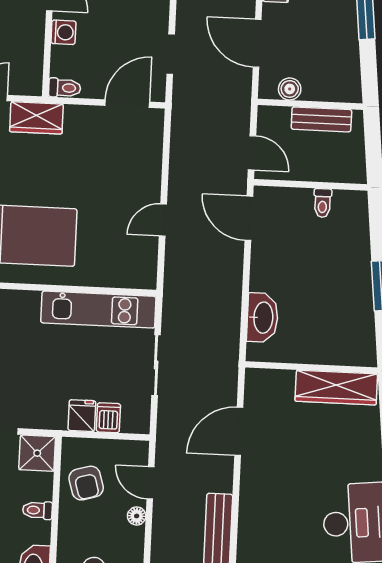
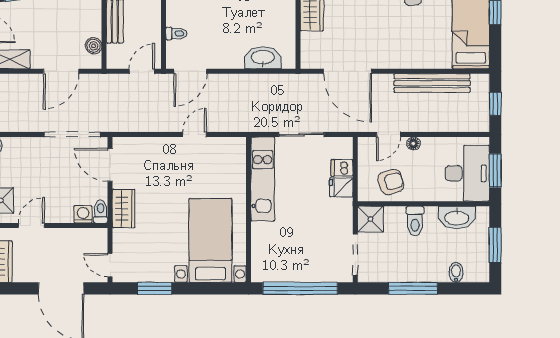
washing machine: (63, 32) -> (83, 214), moved
doorway: (171, 54) -> (72, 135), width x1.88
wardrobe: (36, 118) -> (124, 208), moved
toilet: (323, 203) -> (176, 34), moved
door: (163, 220) -> (194, 135), swing flipped
door: (239, 431) -> (347, 71), width x1.36
toilet: (37, 510) -> (415, 221), width x1.37, depth x1.39

